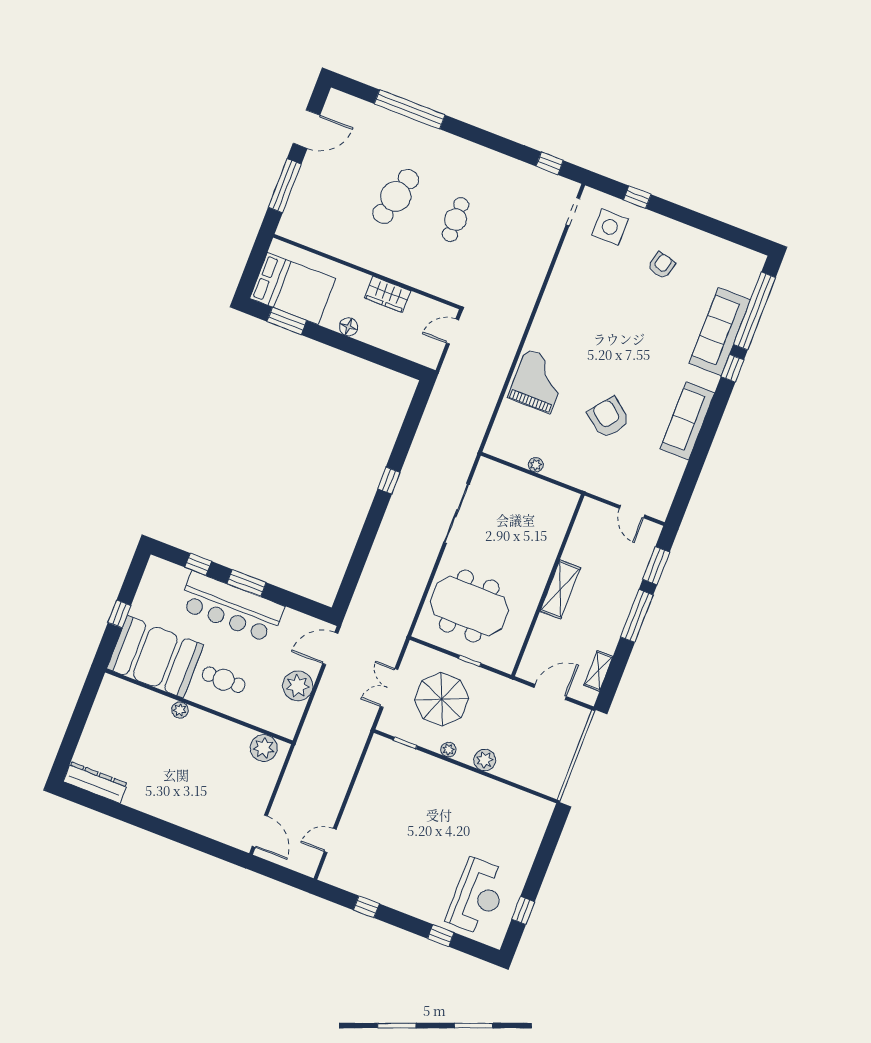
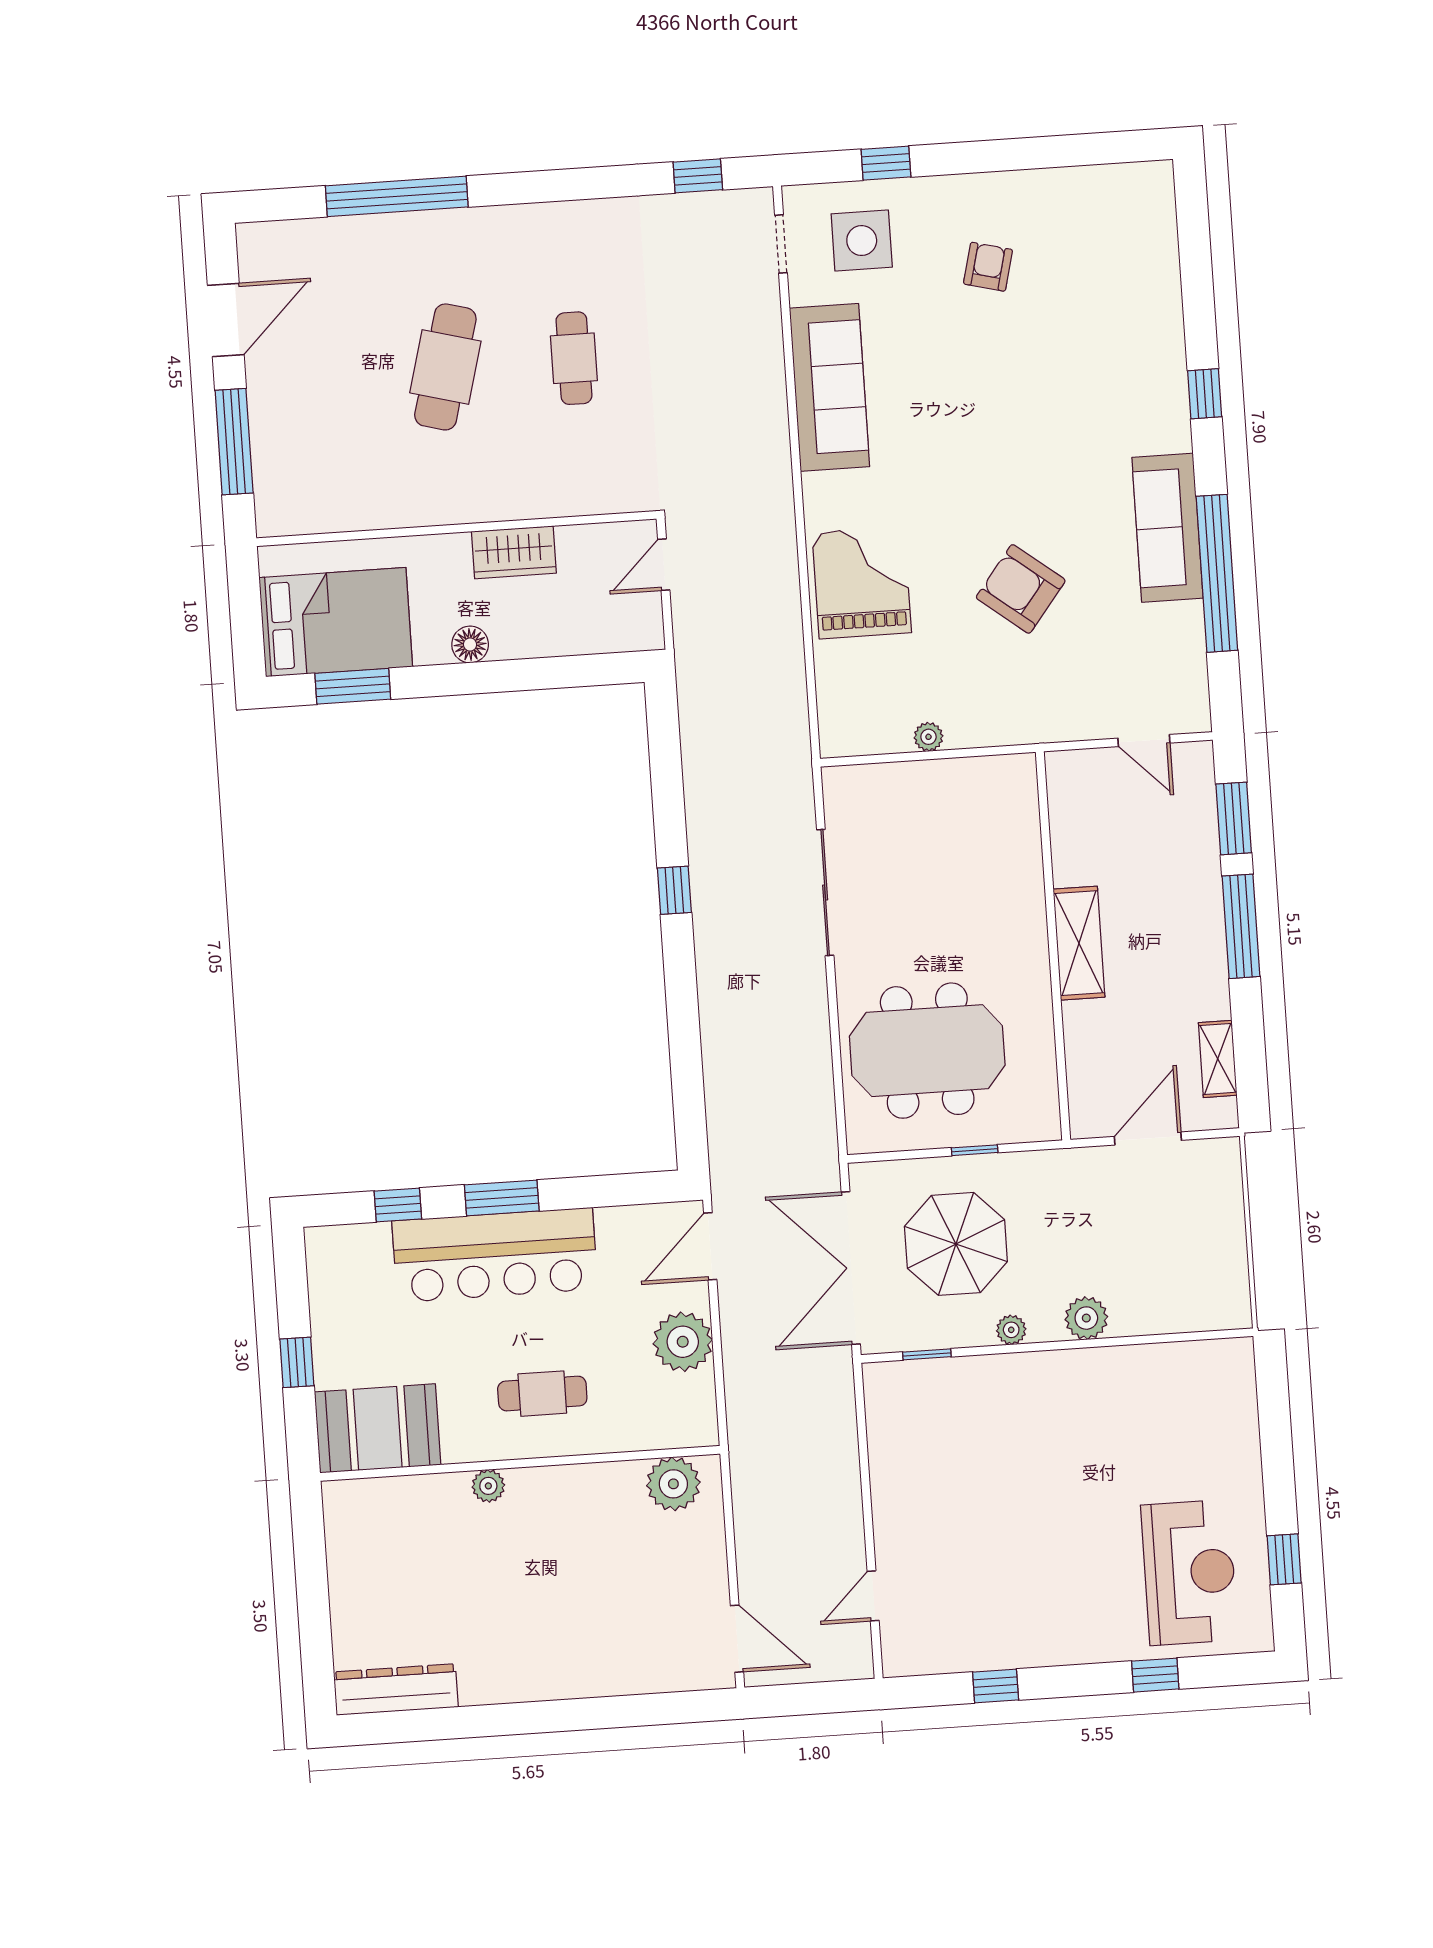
window: (755, 311) -> (1217, 573), moved
sofa: (720, 332) -> (829, 387), moved, turned 180
booth: (155, 657) -> (378, 1428), width x0.73, depth x0.70
double door: (389, 688) -> (851, 1268), width x1.87

